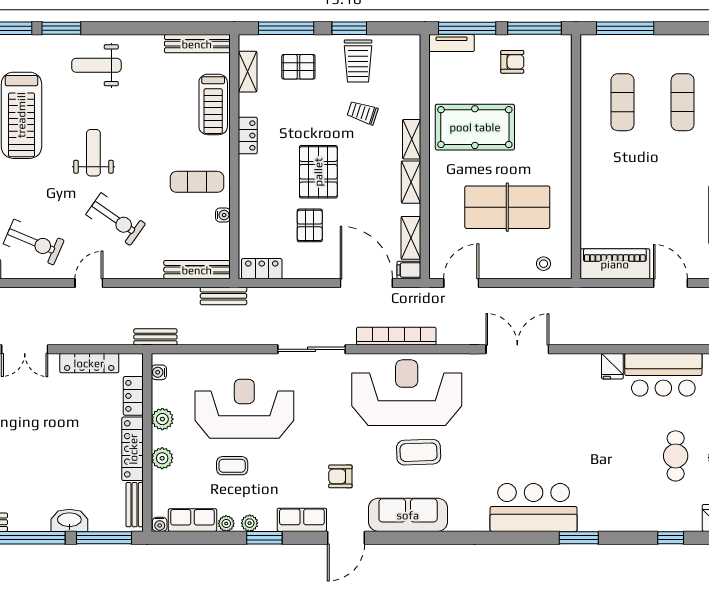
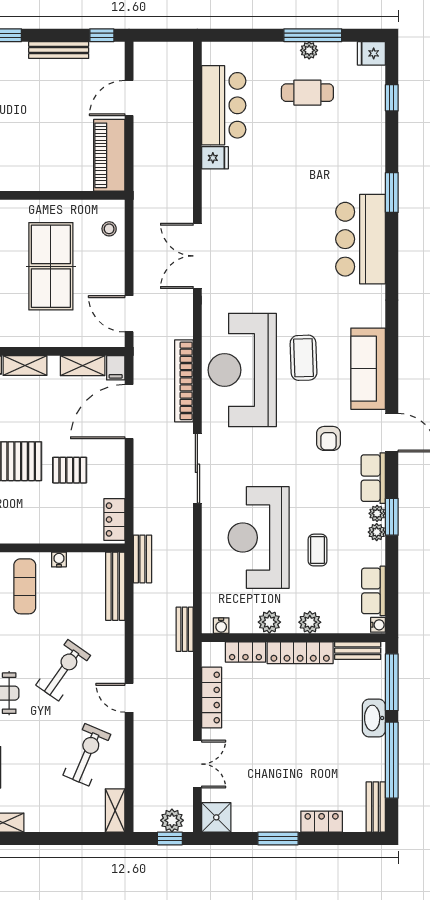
plant: (226, 523) -> (377, 513), moved

